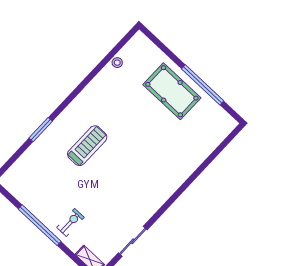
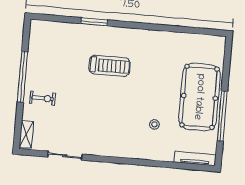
stool: (117, 63) -> (154, 124), moved
pool table: (172, 91) -> (199, 97), width x1.36, depth x1.32
tv unit: (220, 135) -> (195, 159), added

